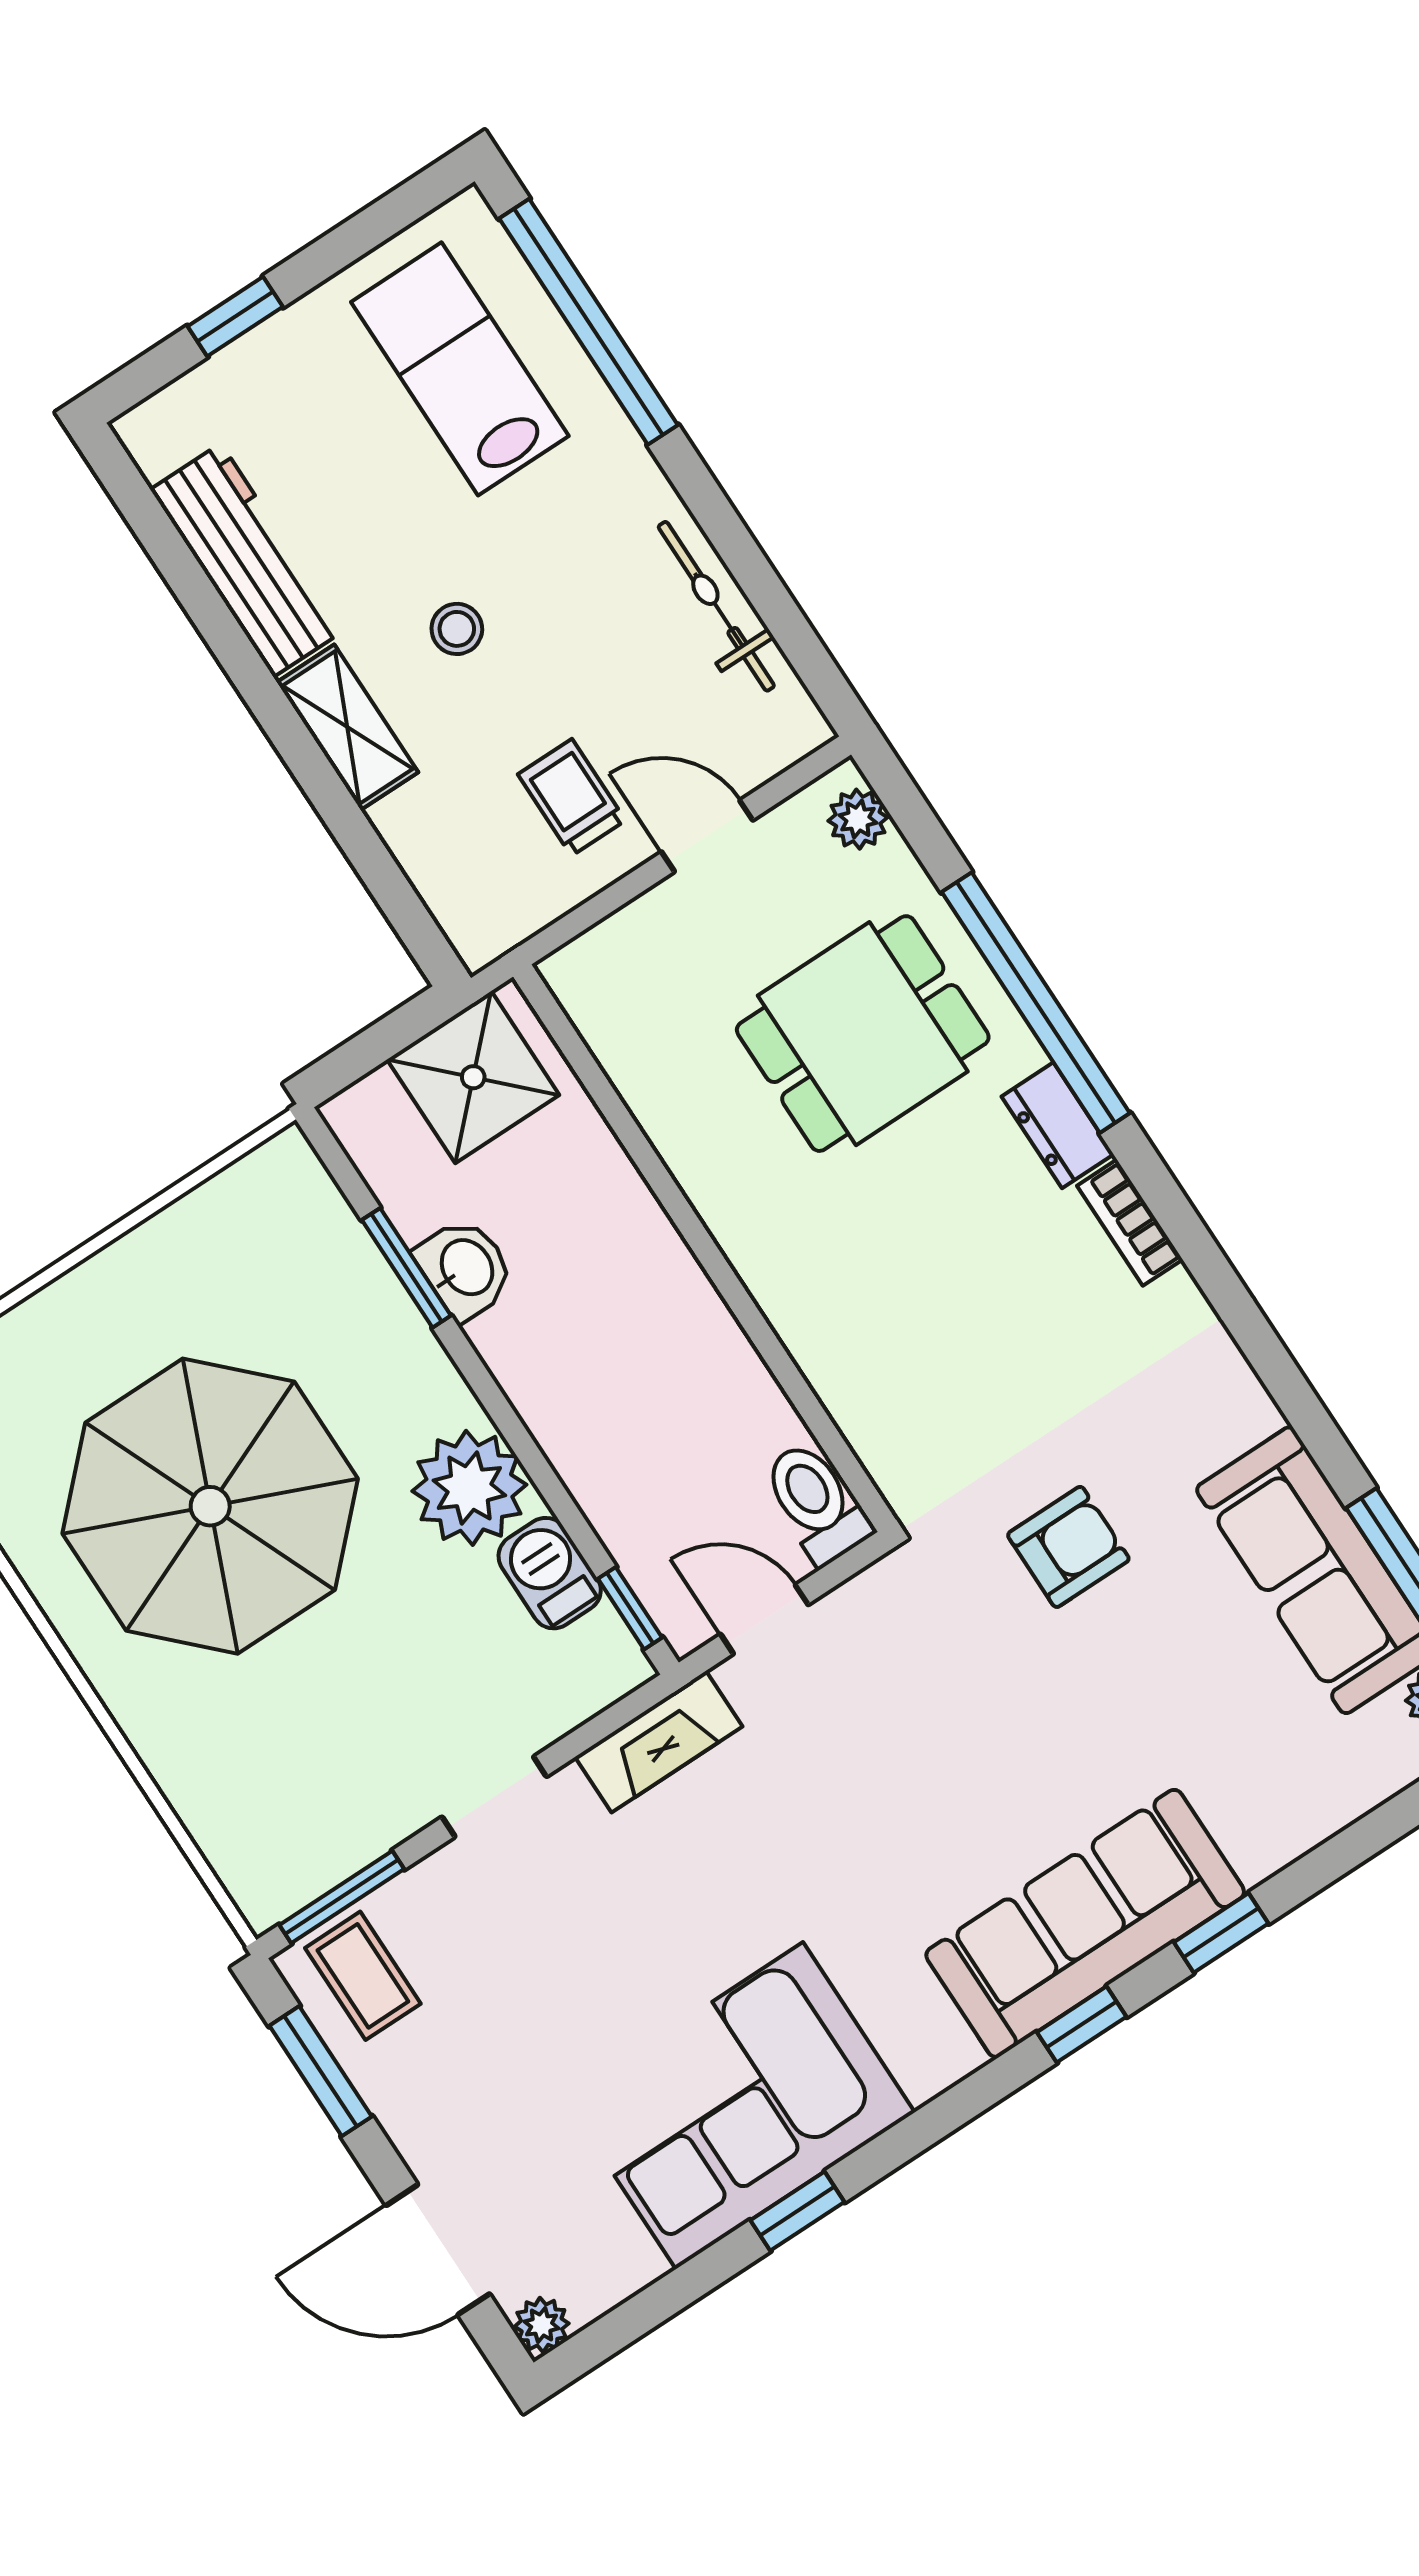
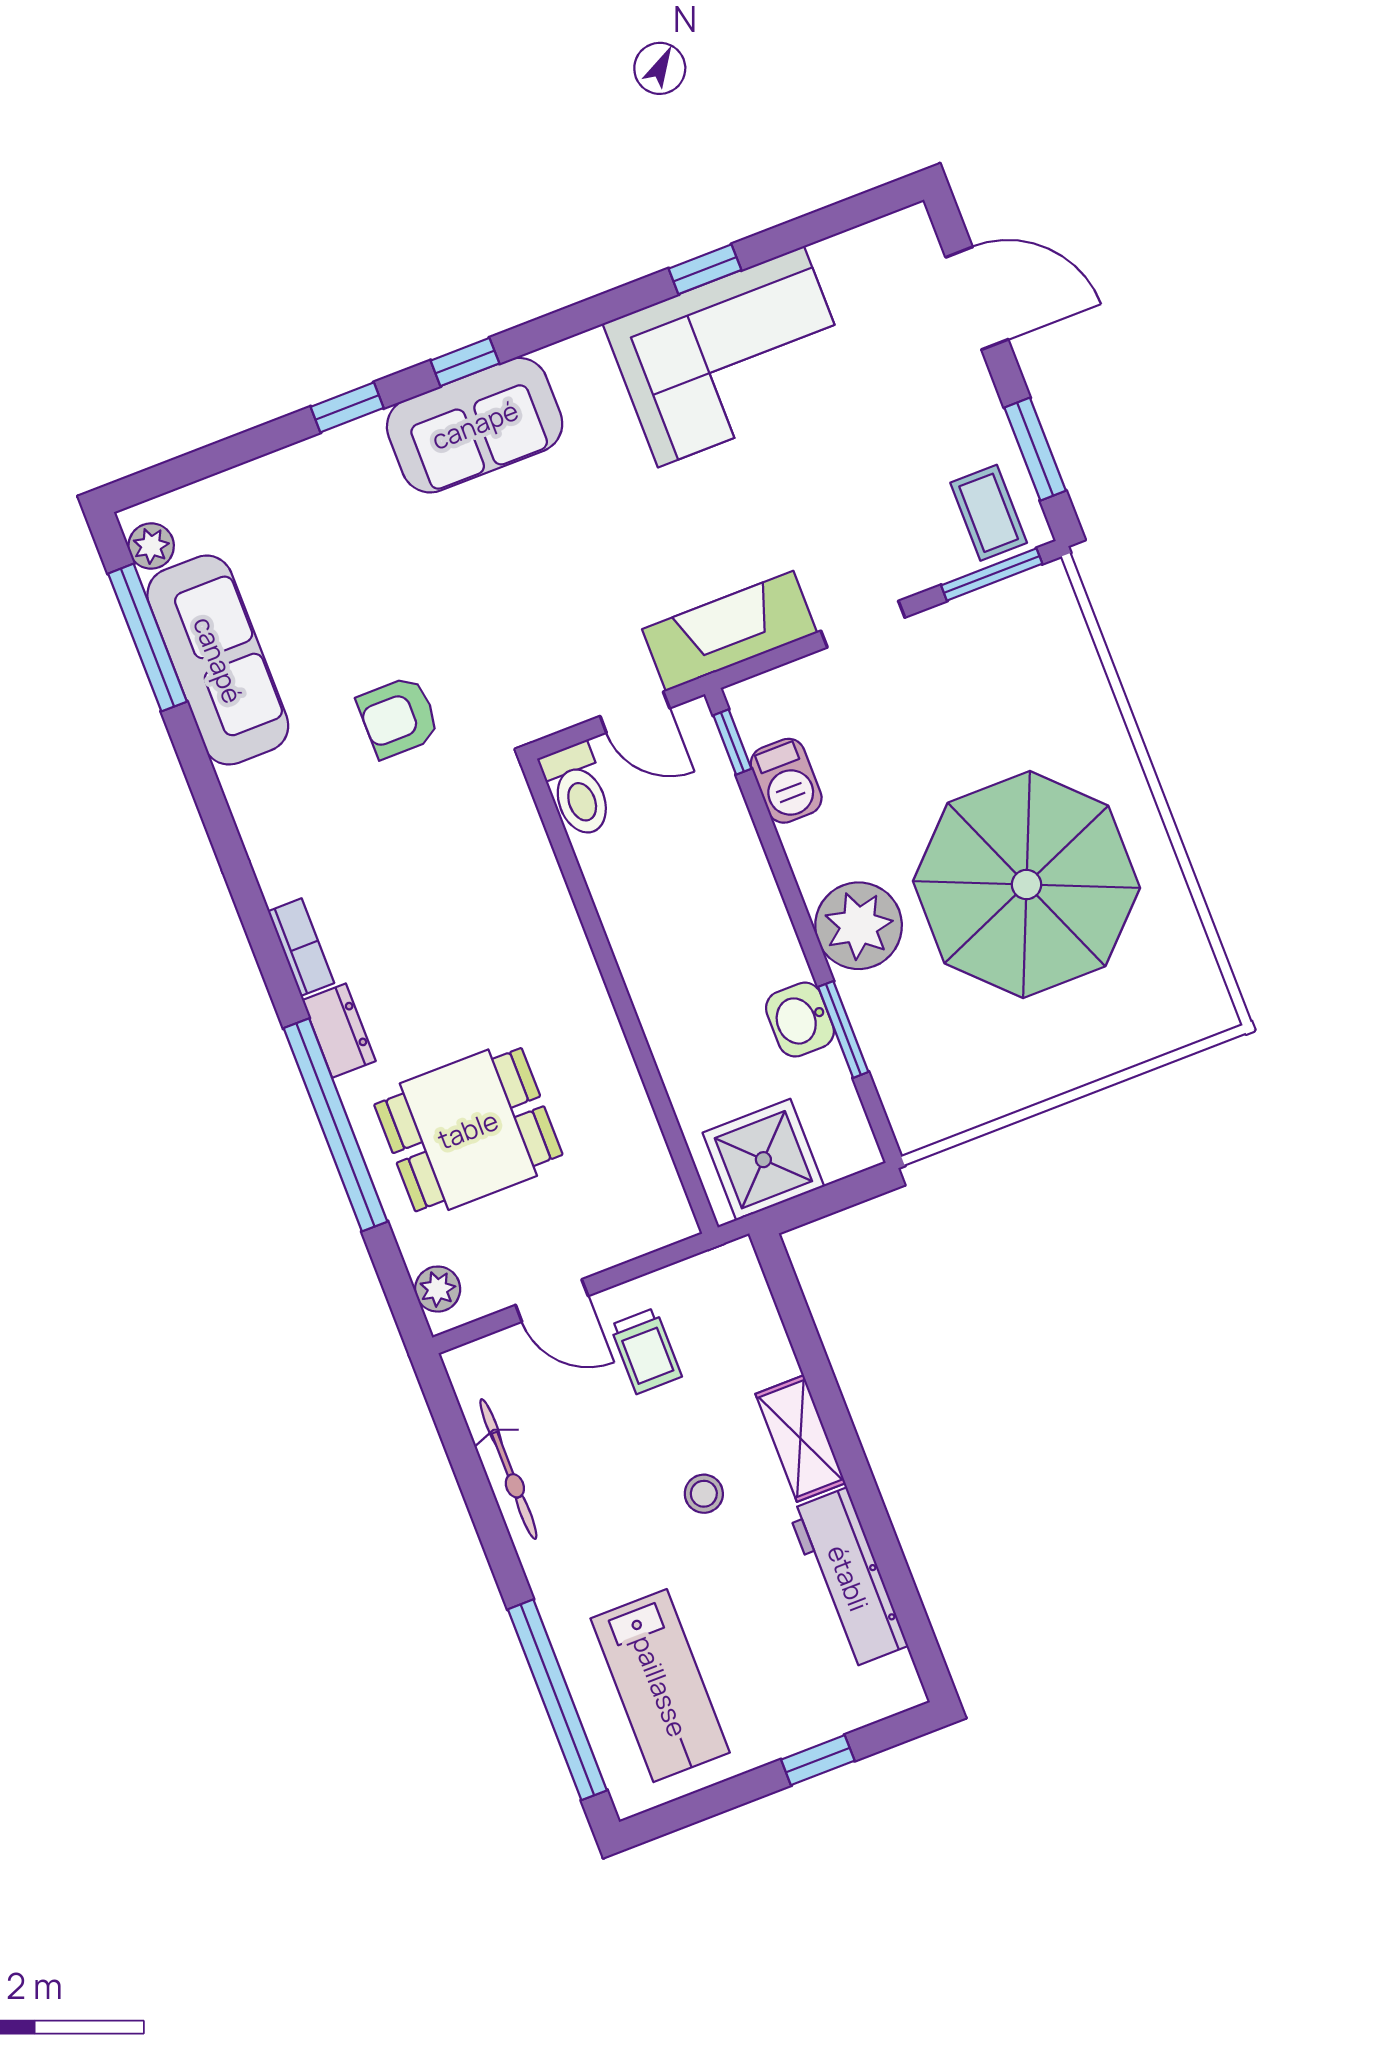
plant: (469, 1488) -> (859, 926), moved
fireplace: (659, 1742) -> (730, 631), width x1.37, depth x1.32
sofa: (1085, 1923) -> (475, 425), width x0.73
plant: (542, 2325) -> (912, 226), removed

